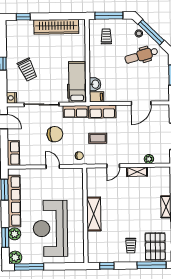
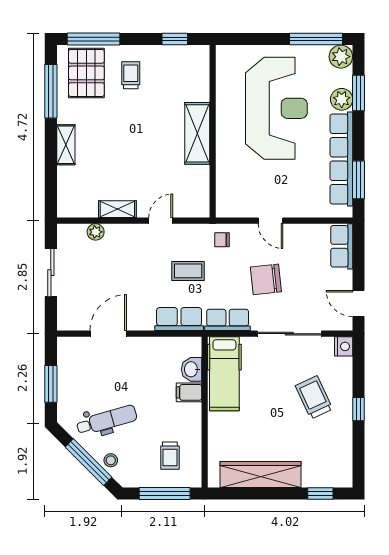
filing cabinet: (97, 97) -> (189, 392), moved

